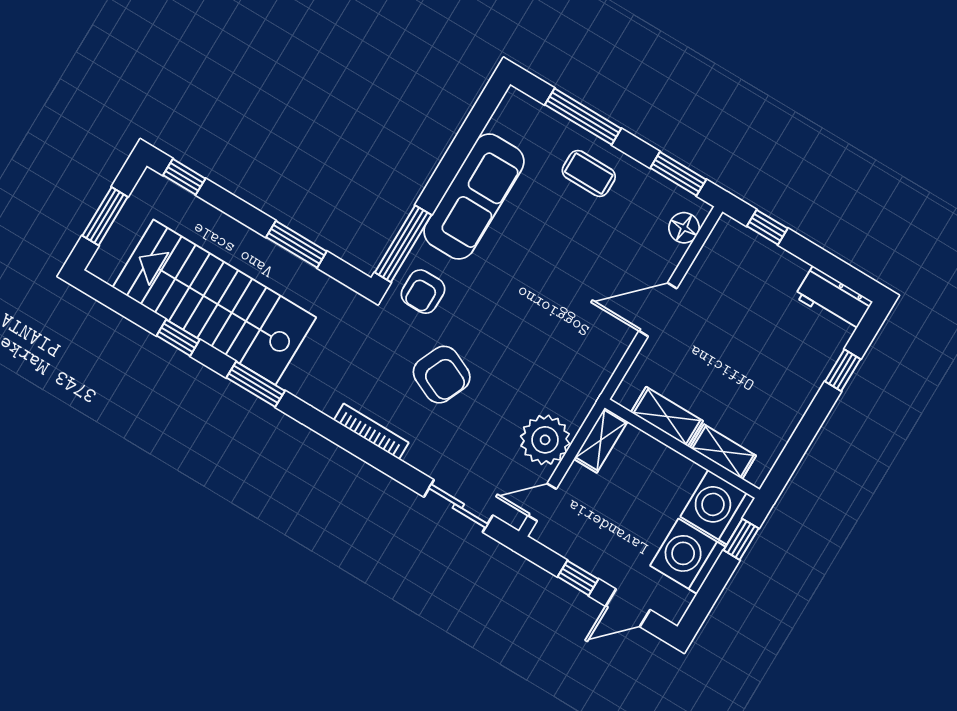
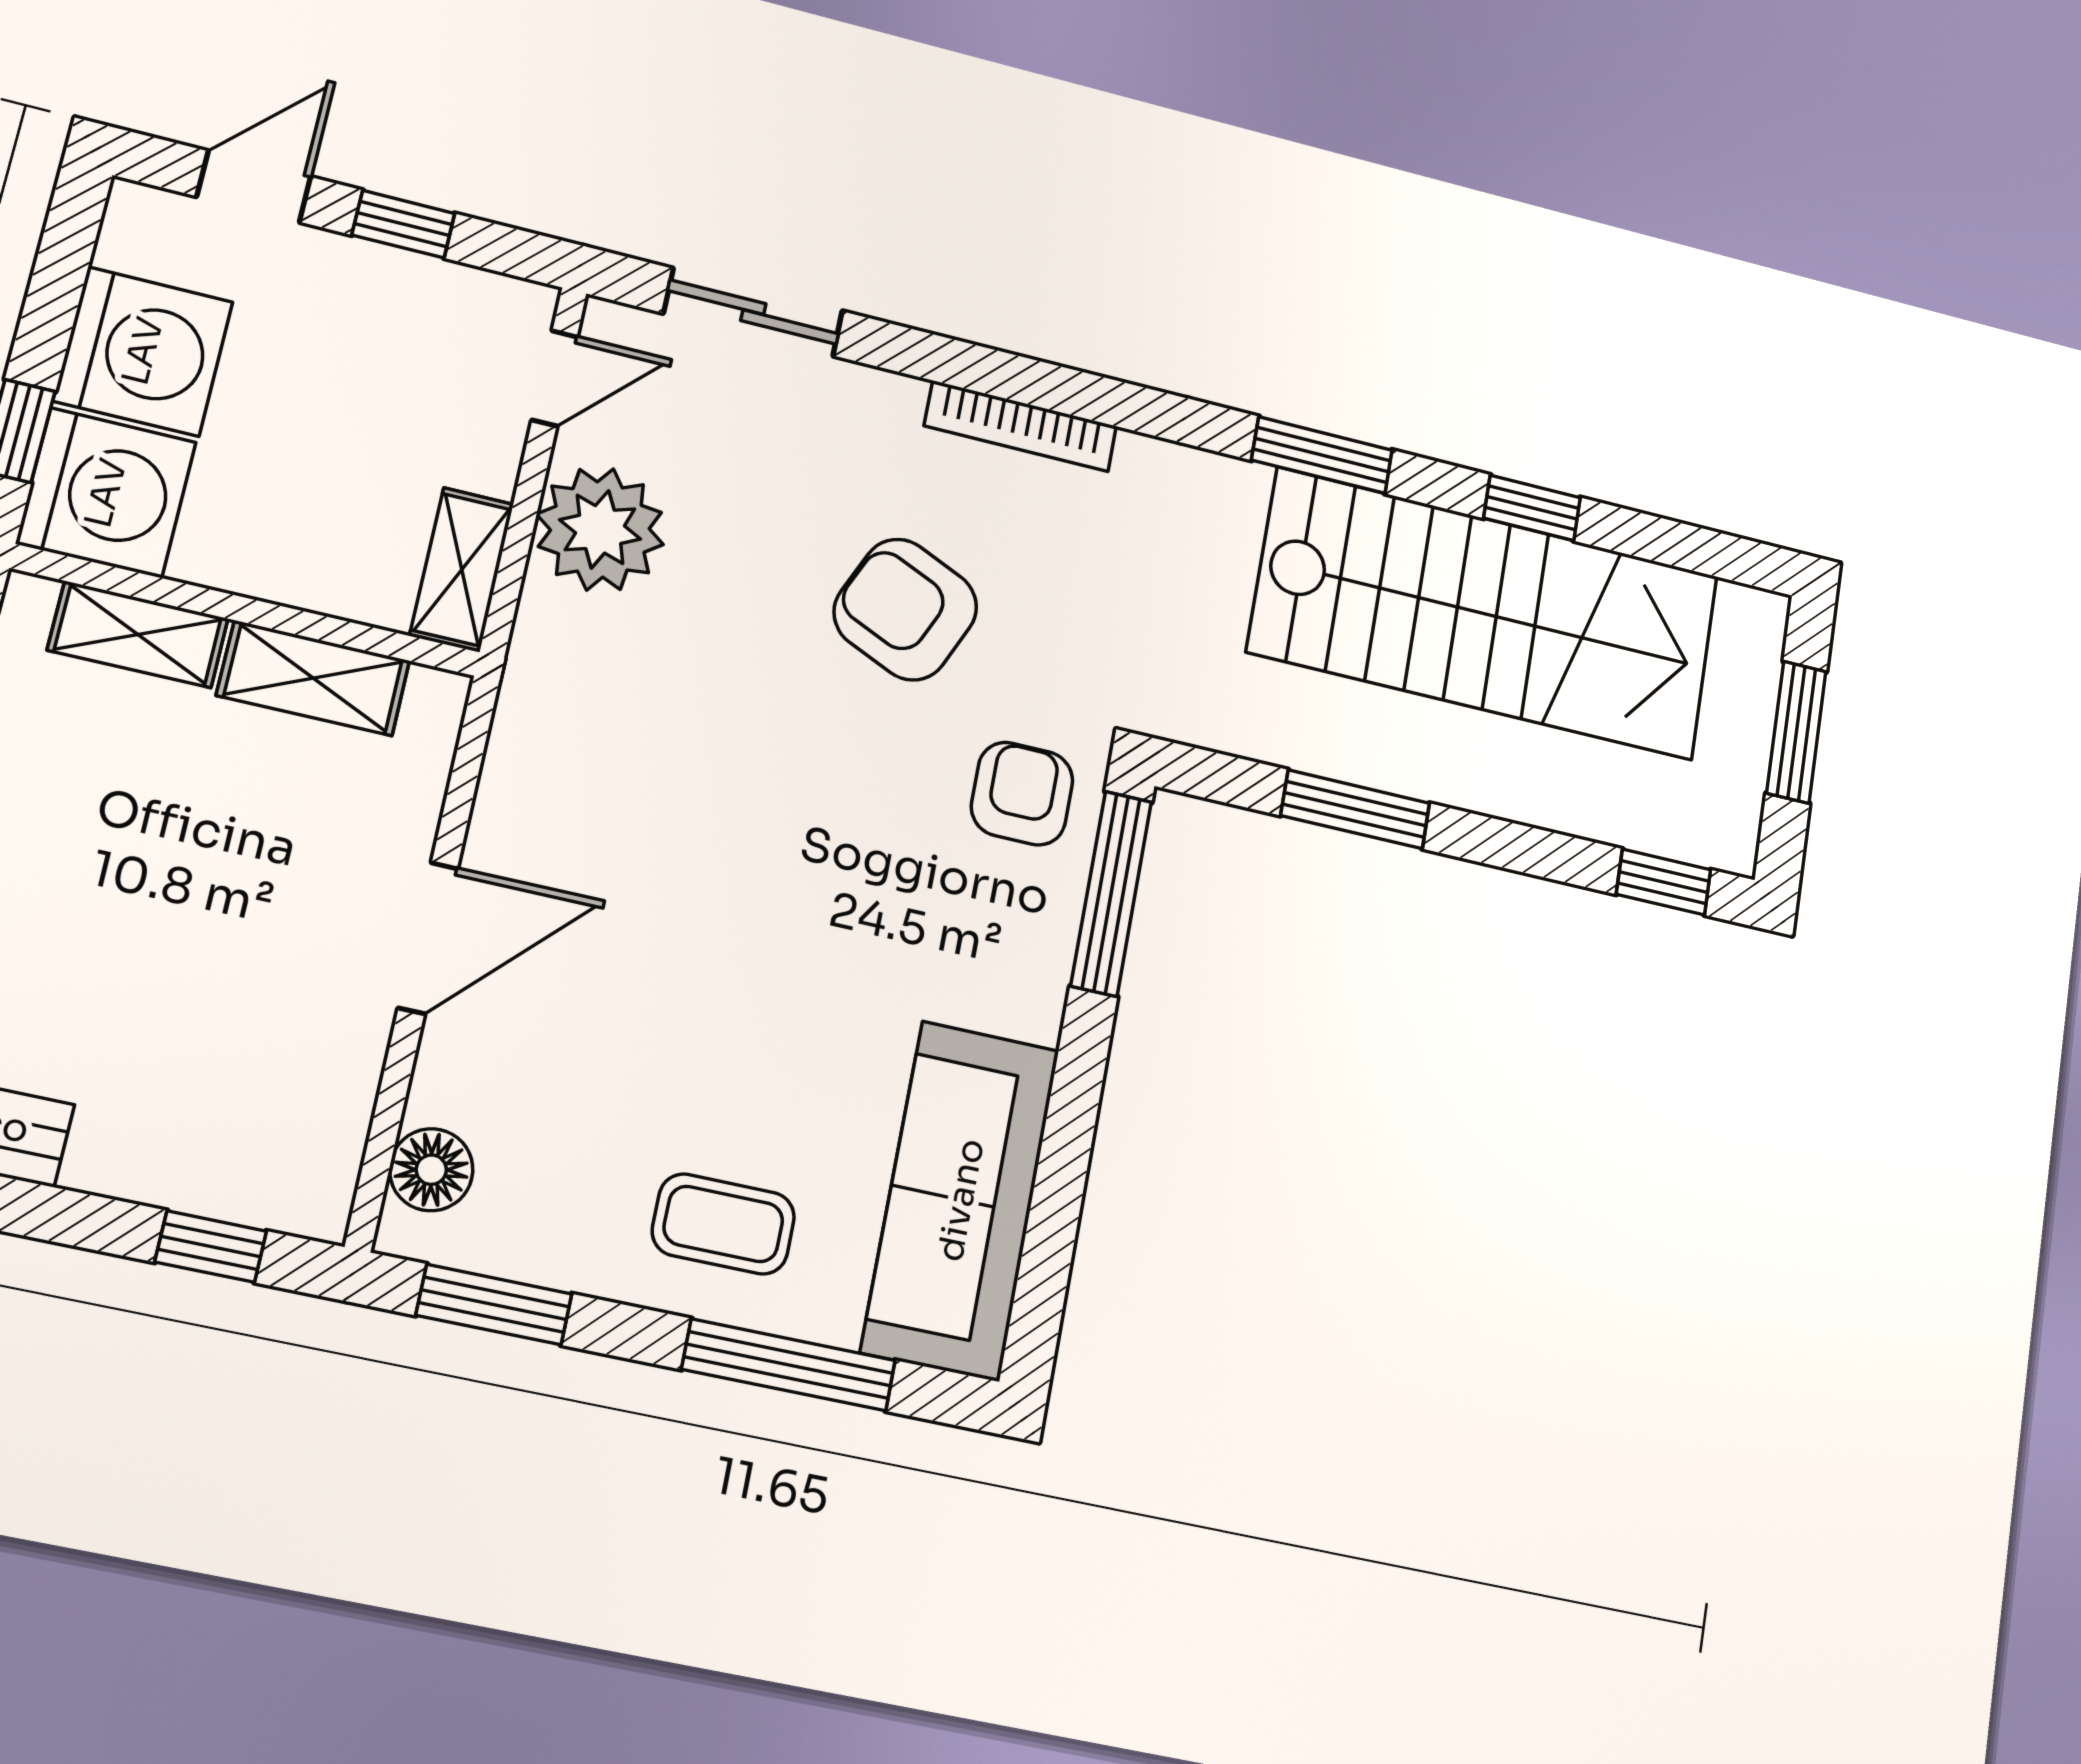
sofa: (474, 197) -> (961, 1200), moved

